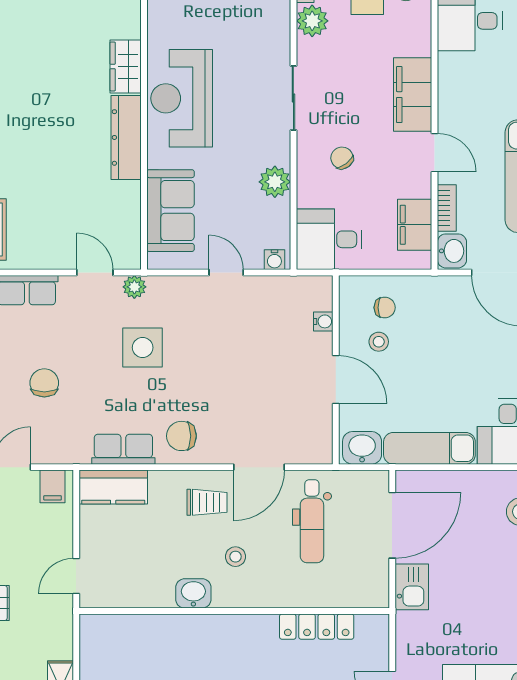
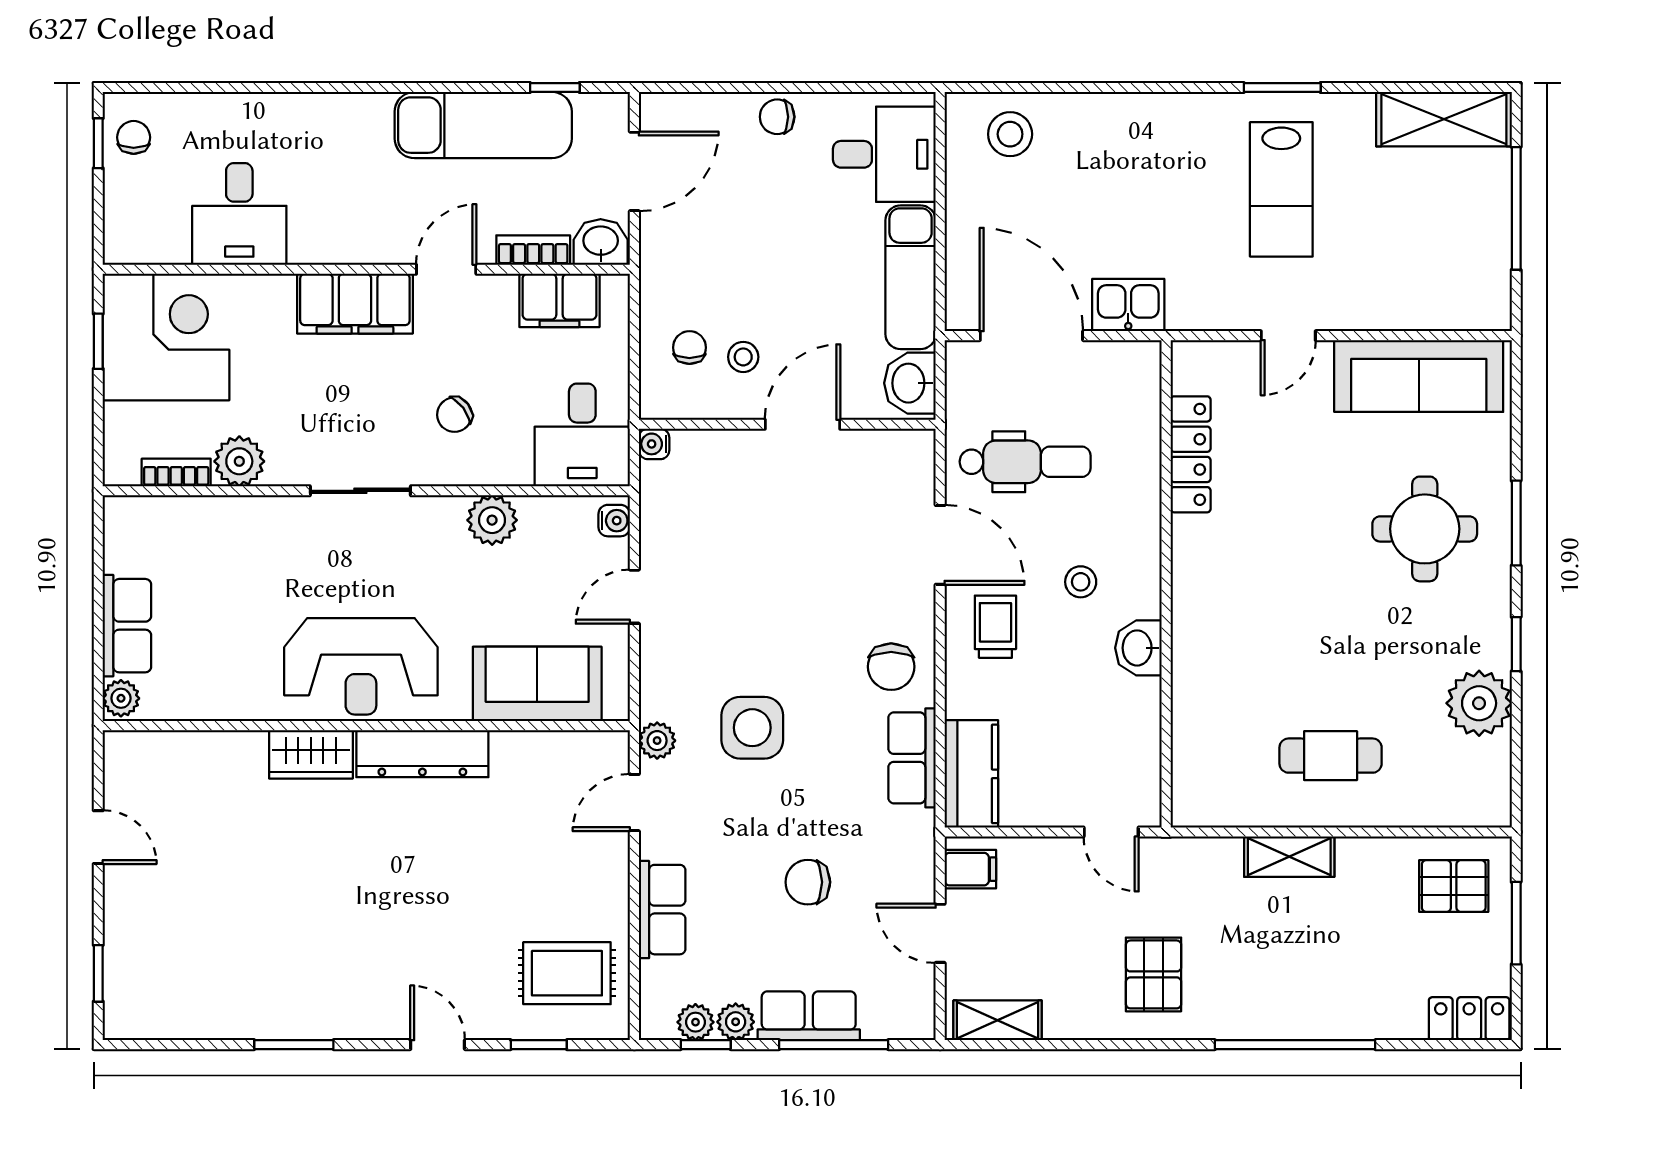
water cooler: (323, 321) -> (654, 444), moved, turned -90

